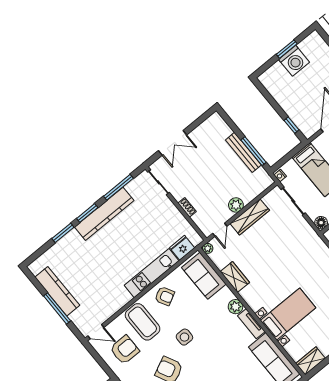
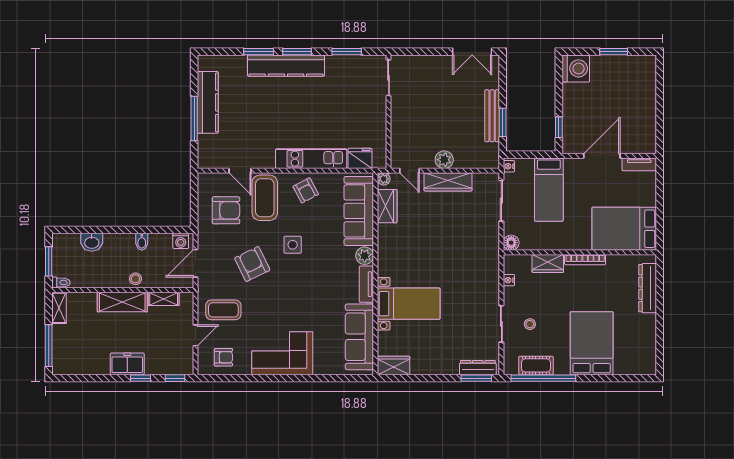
washing machine: (294, 61) -> (576, 68), moved, turned -90
double door: (173, 143) -> (472, 52), moved
window: (253, 151) -> (503, 122), width x0.69
window: (118, 187) -> (347, 52), width x0.69
shoe rack: (187, 207) -> (396, 124), removed
kitchen counter: (104, 214) -> (286, 66), moved
door: (220, 230) -> (409, 171), hinge flipped
sofa: (204, 276) -> (359, 211), width x1.36
wardrobe: (235, 277) -> (387, 206), moved
door: (96, 332) -> (240, 171), moved

